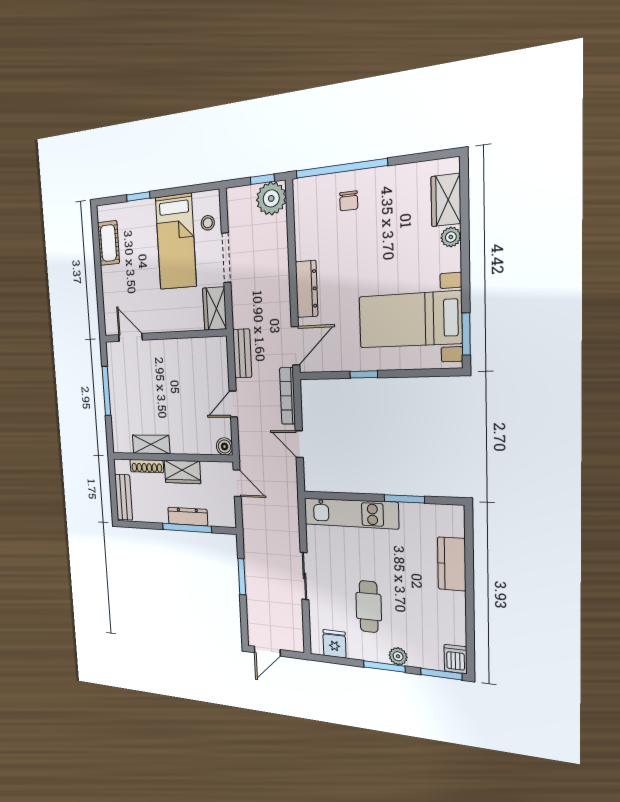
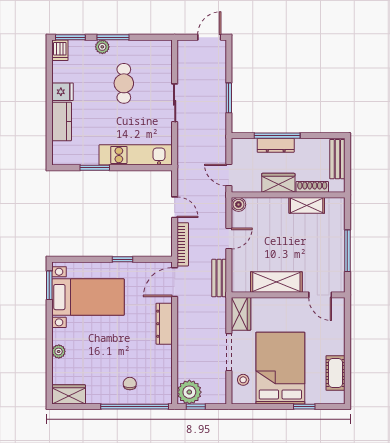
wardrobe: (446, 200) -> (69, 394), moved, turned -90
bed: (176, 242) -> (280, 368), width x1.50
shelving: (178, 351) -> (276, 282), added
fridge: (334, 644) -> (62, 92), moved, turned -90

